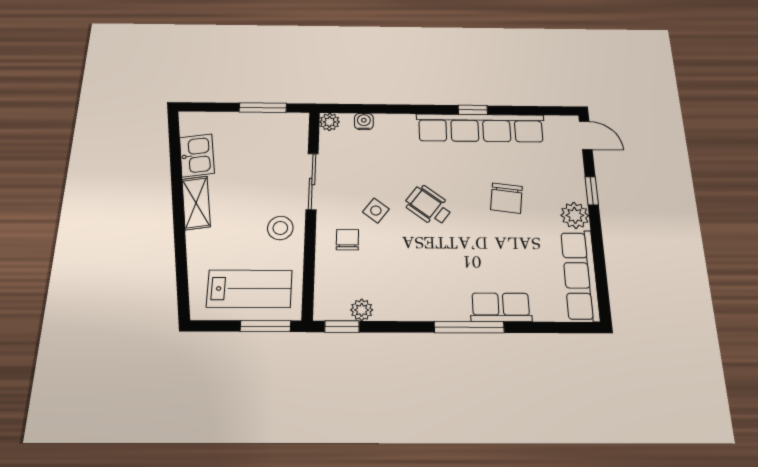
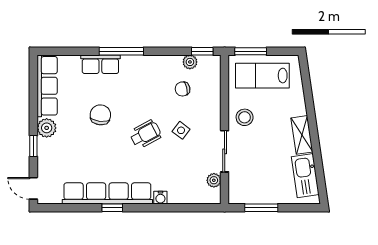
water cooler: (364, 121) -> (160, 198), moved
plant: (330, 122) -> (214, 180), moved
kitchen sink: (197, 155) -> (305, 176), width x1.38
chair: (506, 198) -> (100, 115), moved
wheelchair: (428, 206) -> (145, 134), turned -65
chair: (347, 240) -> (183, 89), moved, turned 77

